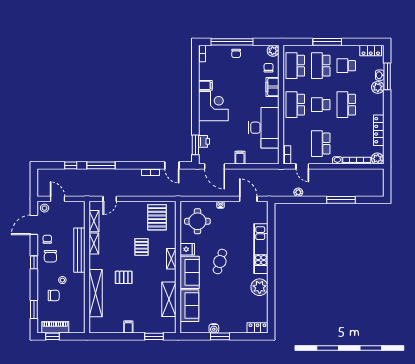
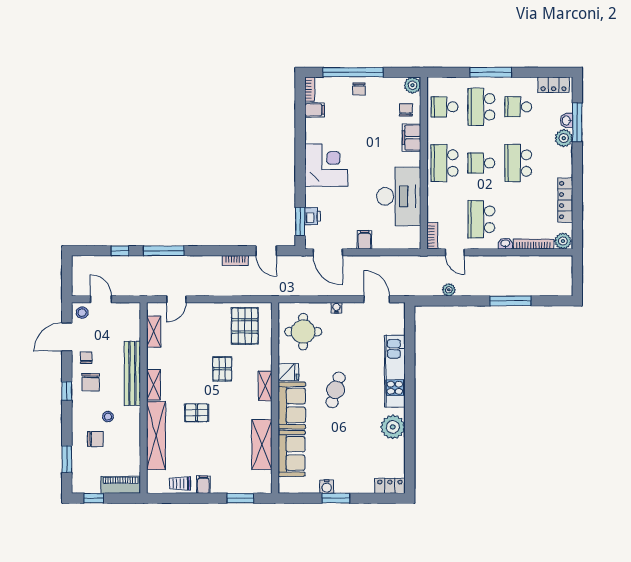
school desk: (295, 66) -> (445, 107), width x0.54
filing cabinet: (205, 85) -> (315, 110), moved
shelving: (94, 243) -> (154, 385), moved
trolley: (112, 326) -> (180, 484), added
piano: (55, 327) -> (120, 485), moved

